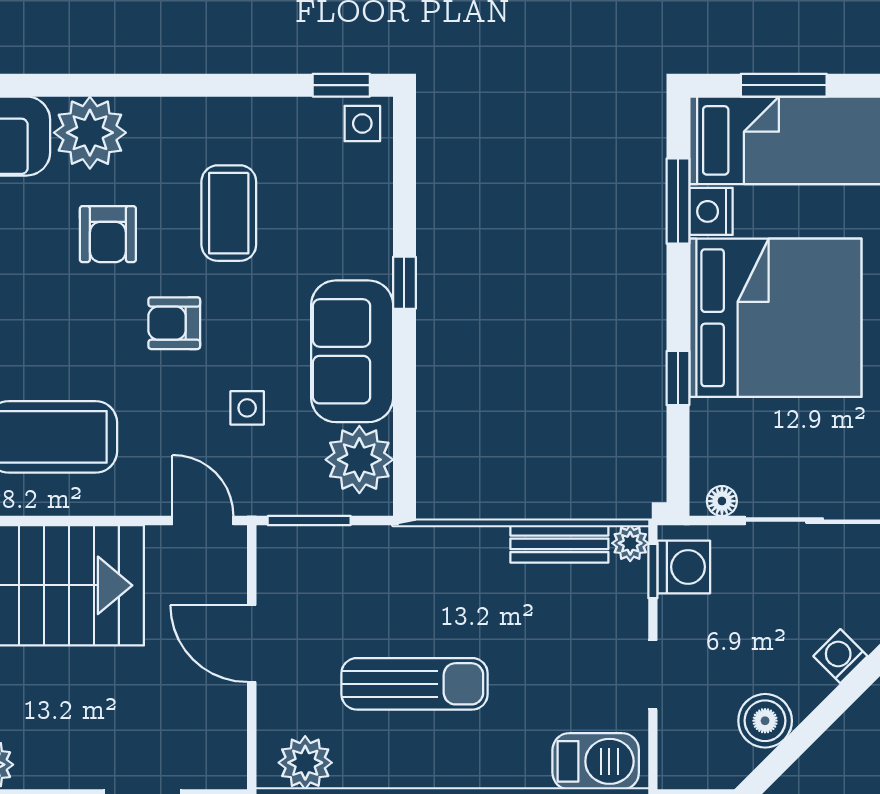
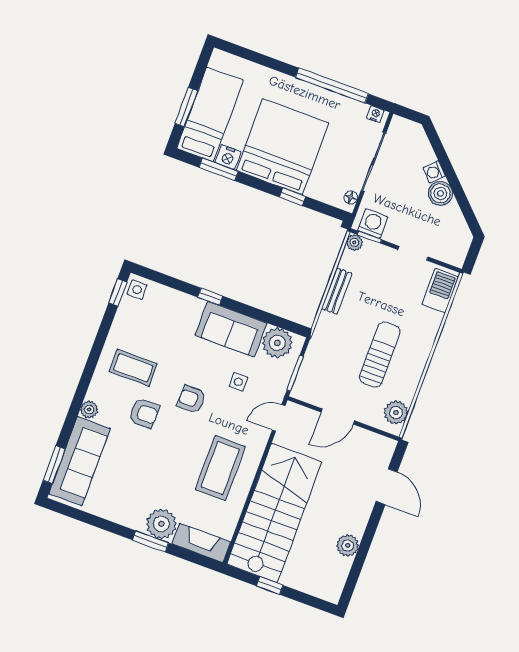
plant: (90, 133) -> (89, 410), width x0.53, depth x0.53
coffee table: (229, 213) -> (133, 368), moved
armchair: (174, 323) -> (192, 399), turned 90
bench: (559, 544) -> (337, 291), moved
boiler: (765, 721) -> (440, 193), moved

